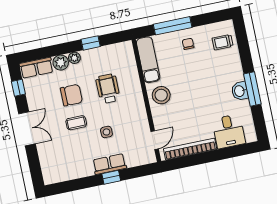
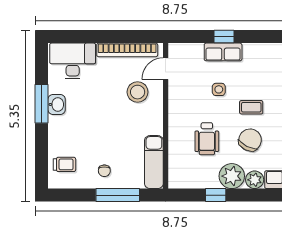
plant: (74, 58) -> (232, 176), width x1.87, depth x1.87
chair: (71, 95) -> (250, 140), turned 116
stool: (161, 95) -> (138, 92), moved
desk: (229, 131) -> (73, 61), width x1.37

